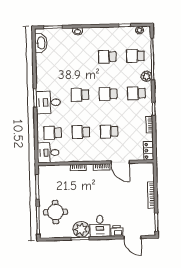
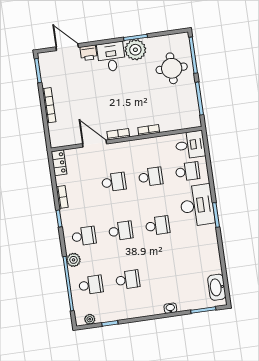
desk: (48, 102) -> (197, 205), width x1.37

